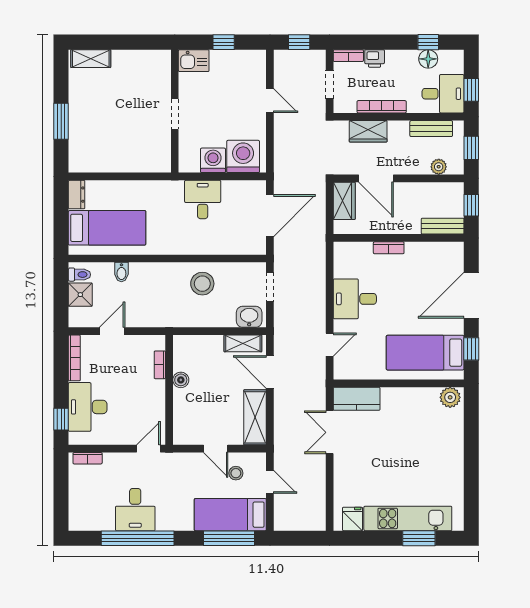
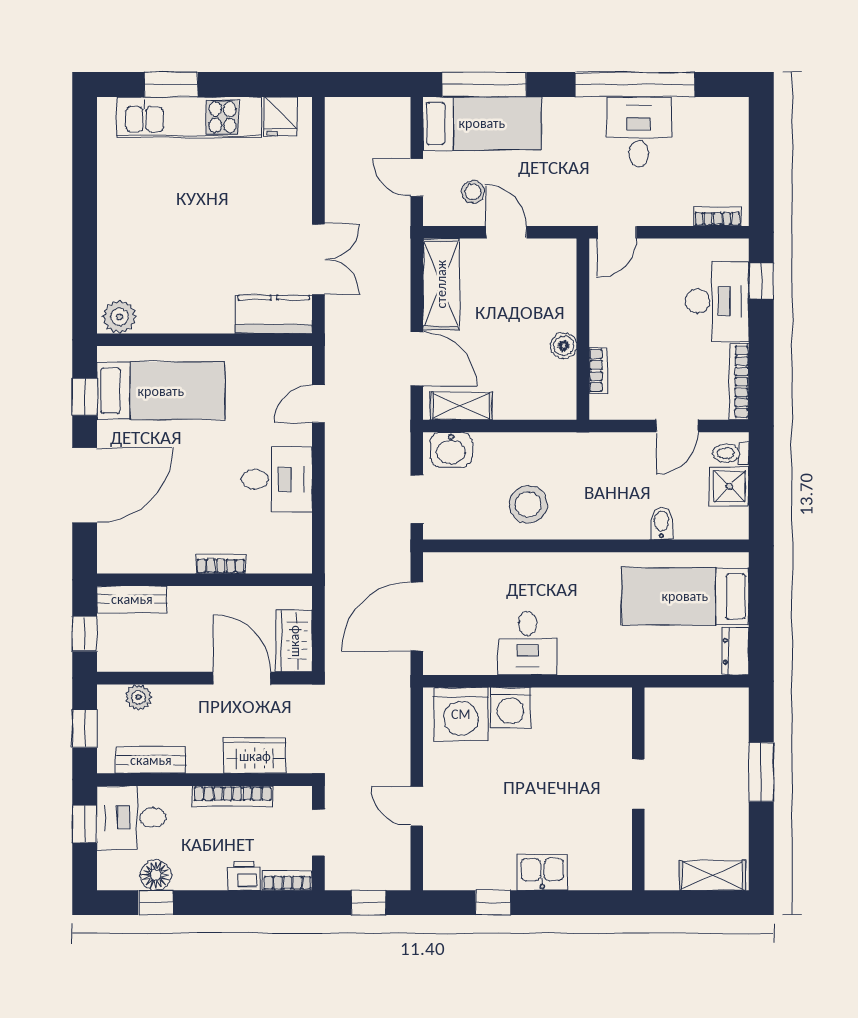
wall: (175, 111) -> (638, 789), moved
doorway: (175, 114) -> (638, 784), moved
toilet: (79, 275) -> (731, 453), moved

